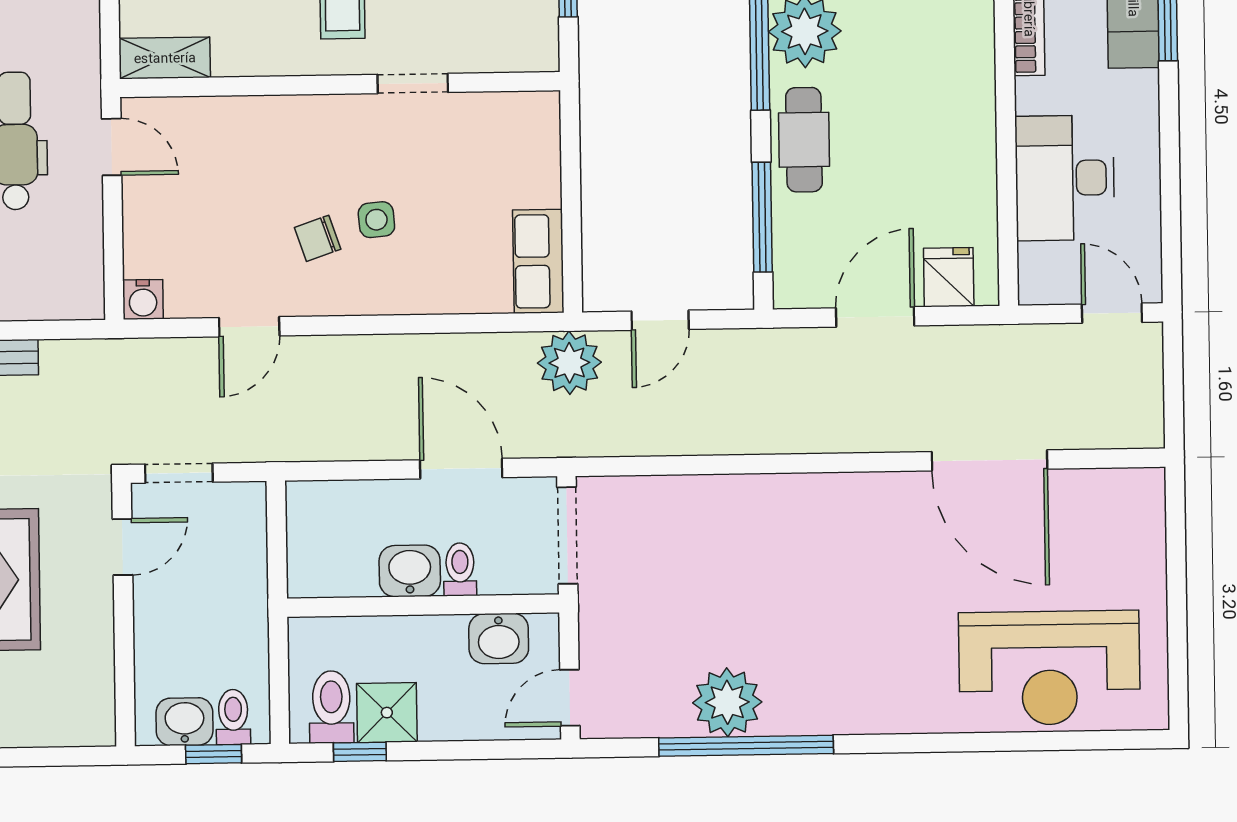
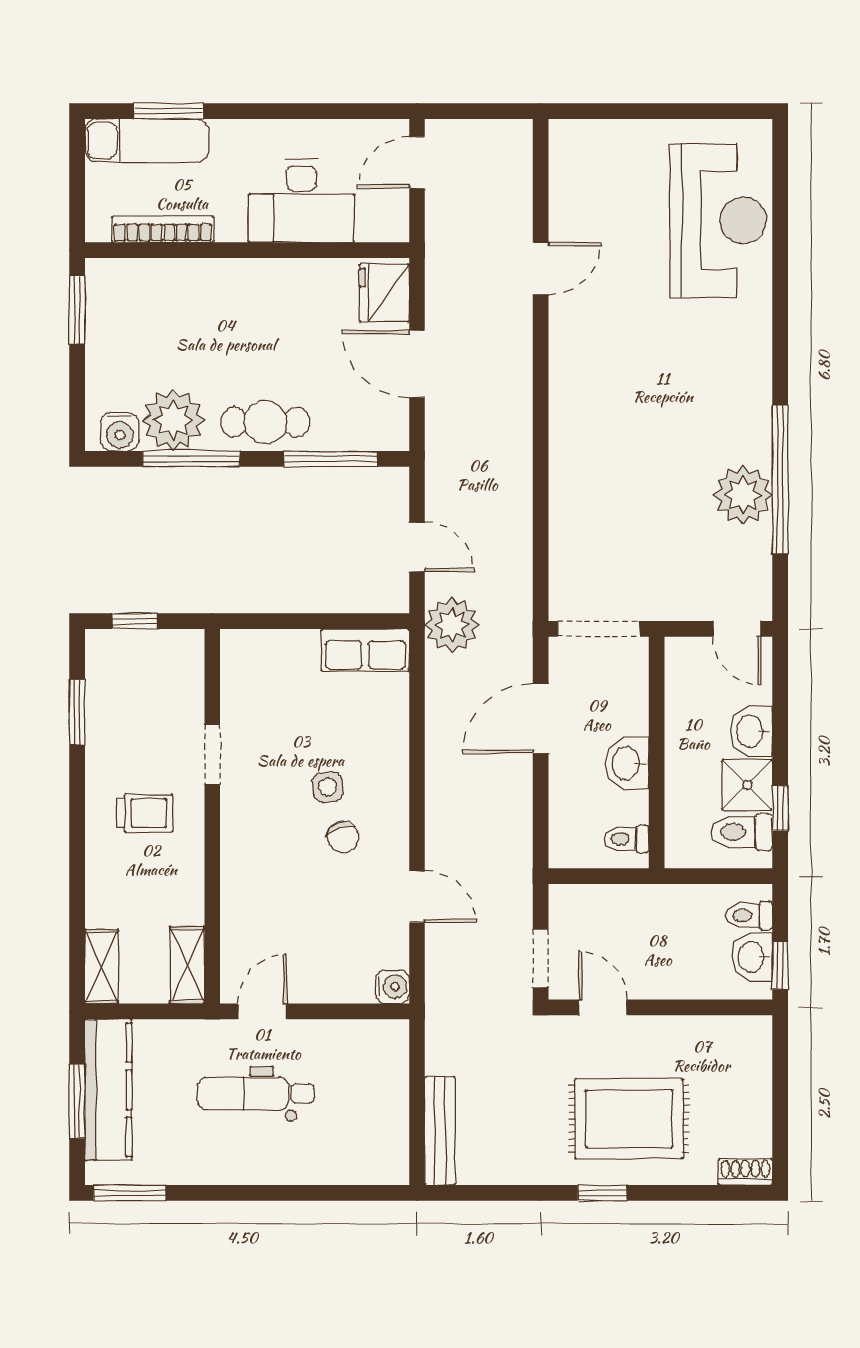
fridge: (949, 277) -> (384, 293), width x1.38
door: (990, 460) -> (541, 269), width x0.53
toilet: (460, 569) -> (626, 839), moved
washbasin: (499, 638) -> (751, 731), moved, turned 180
window: (214, 754) -> (780, 965), moved

